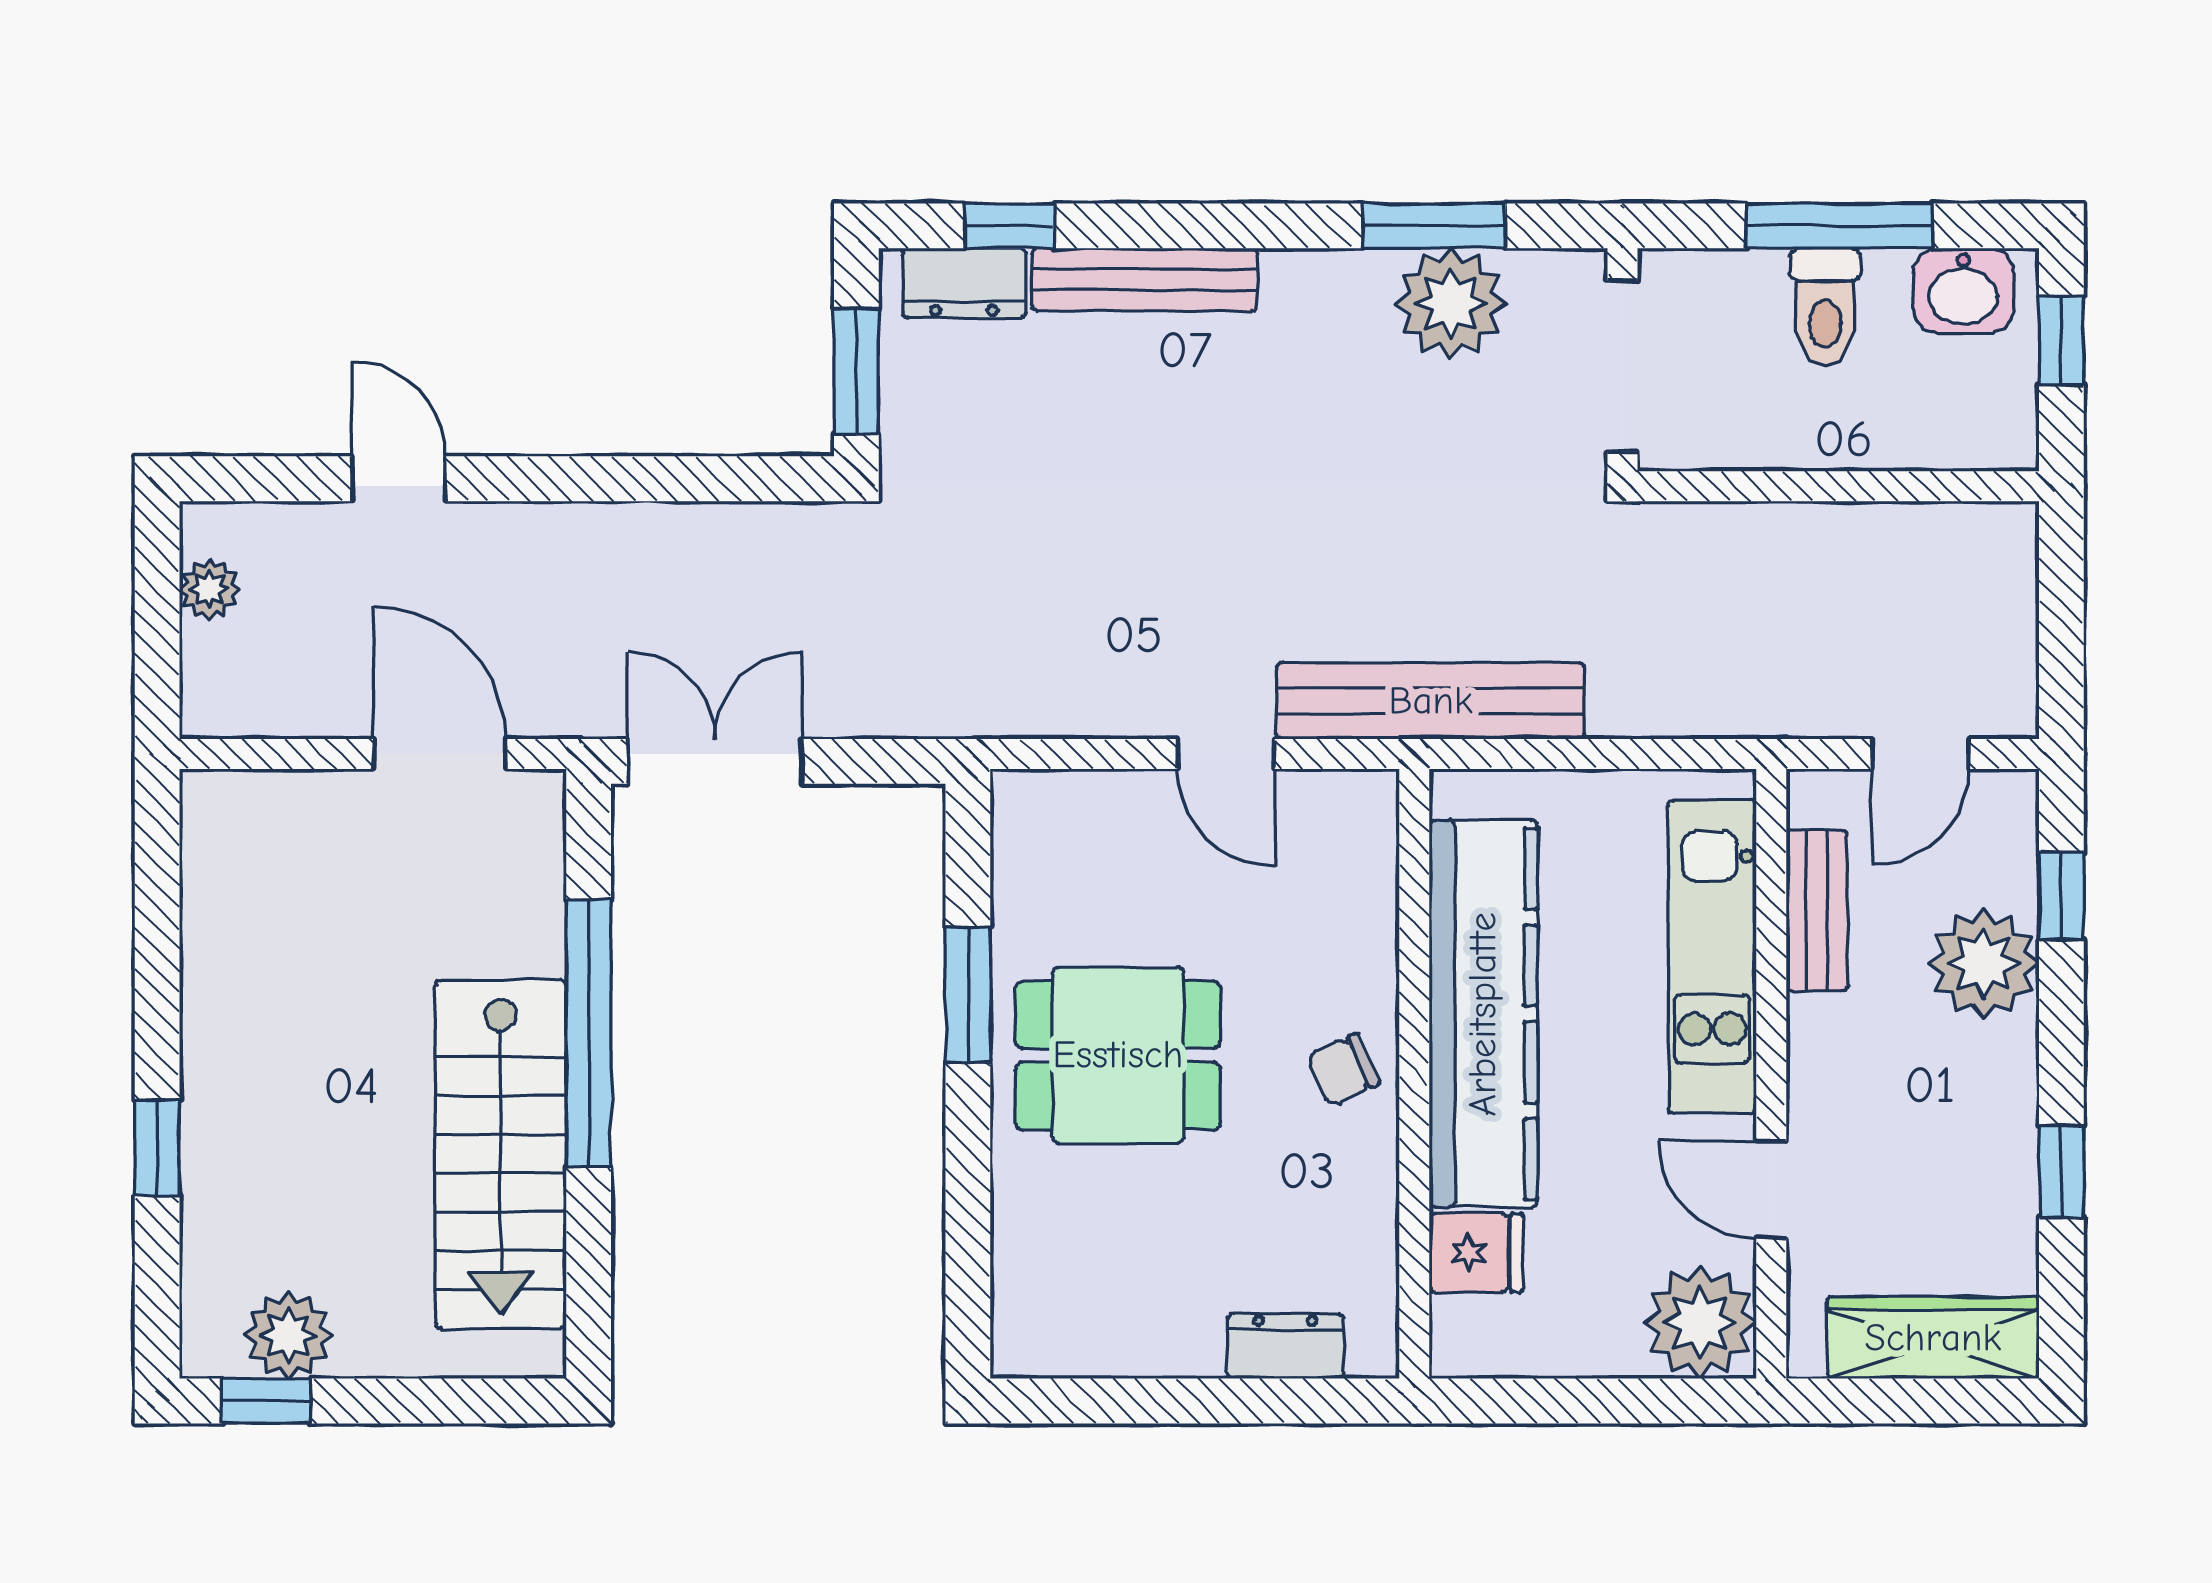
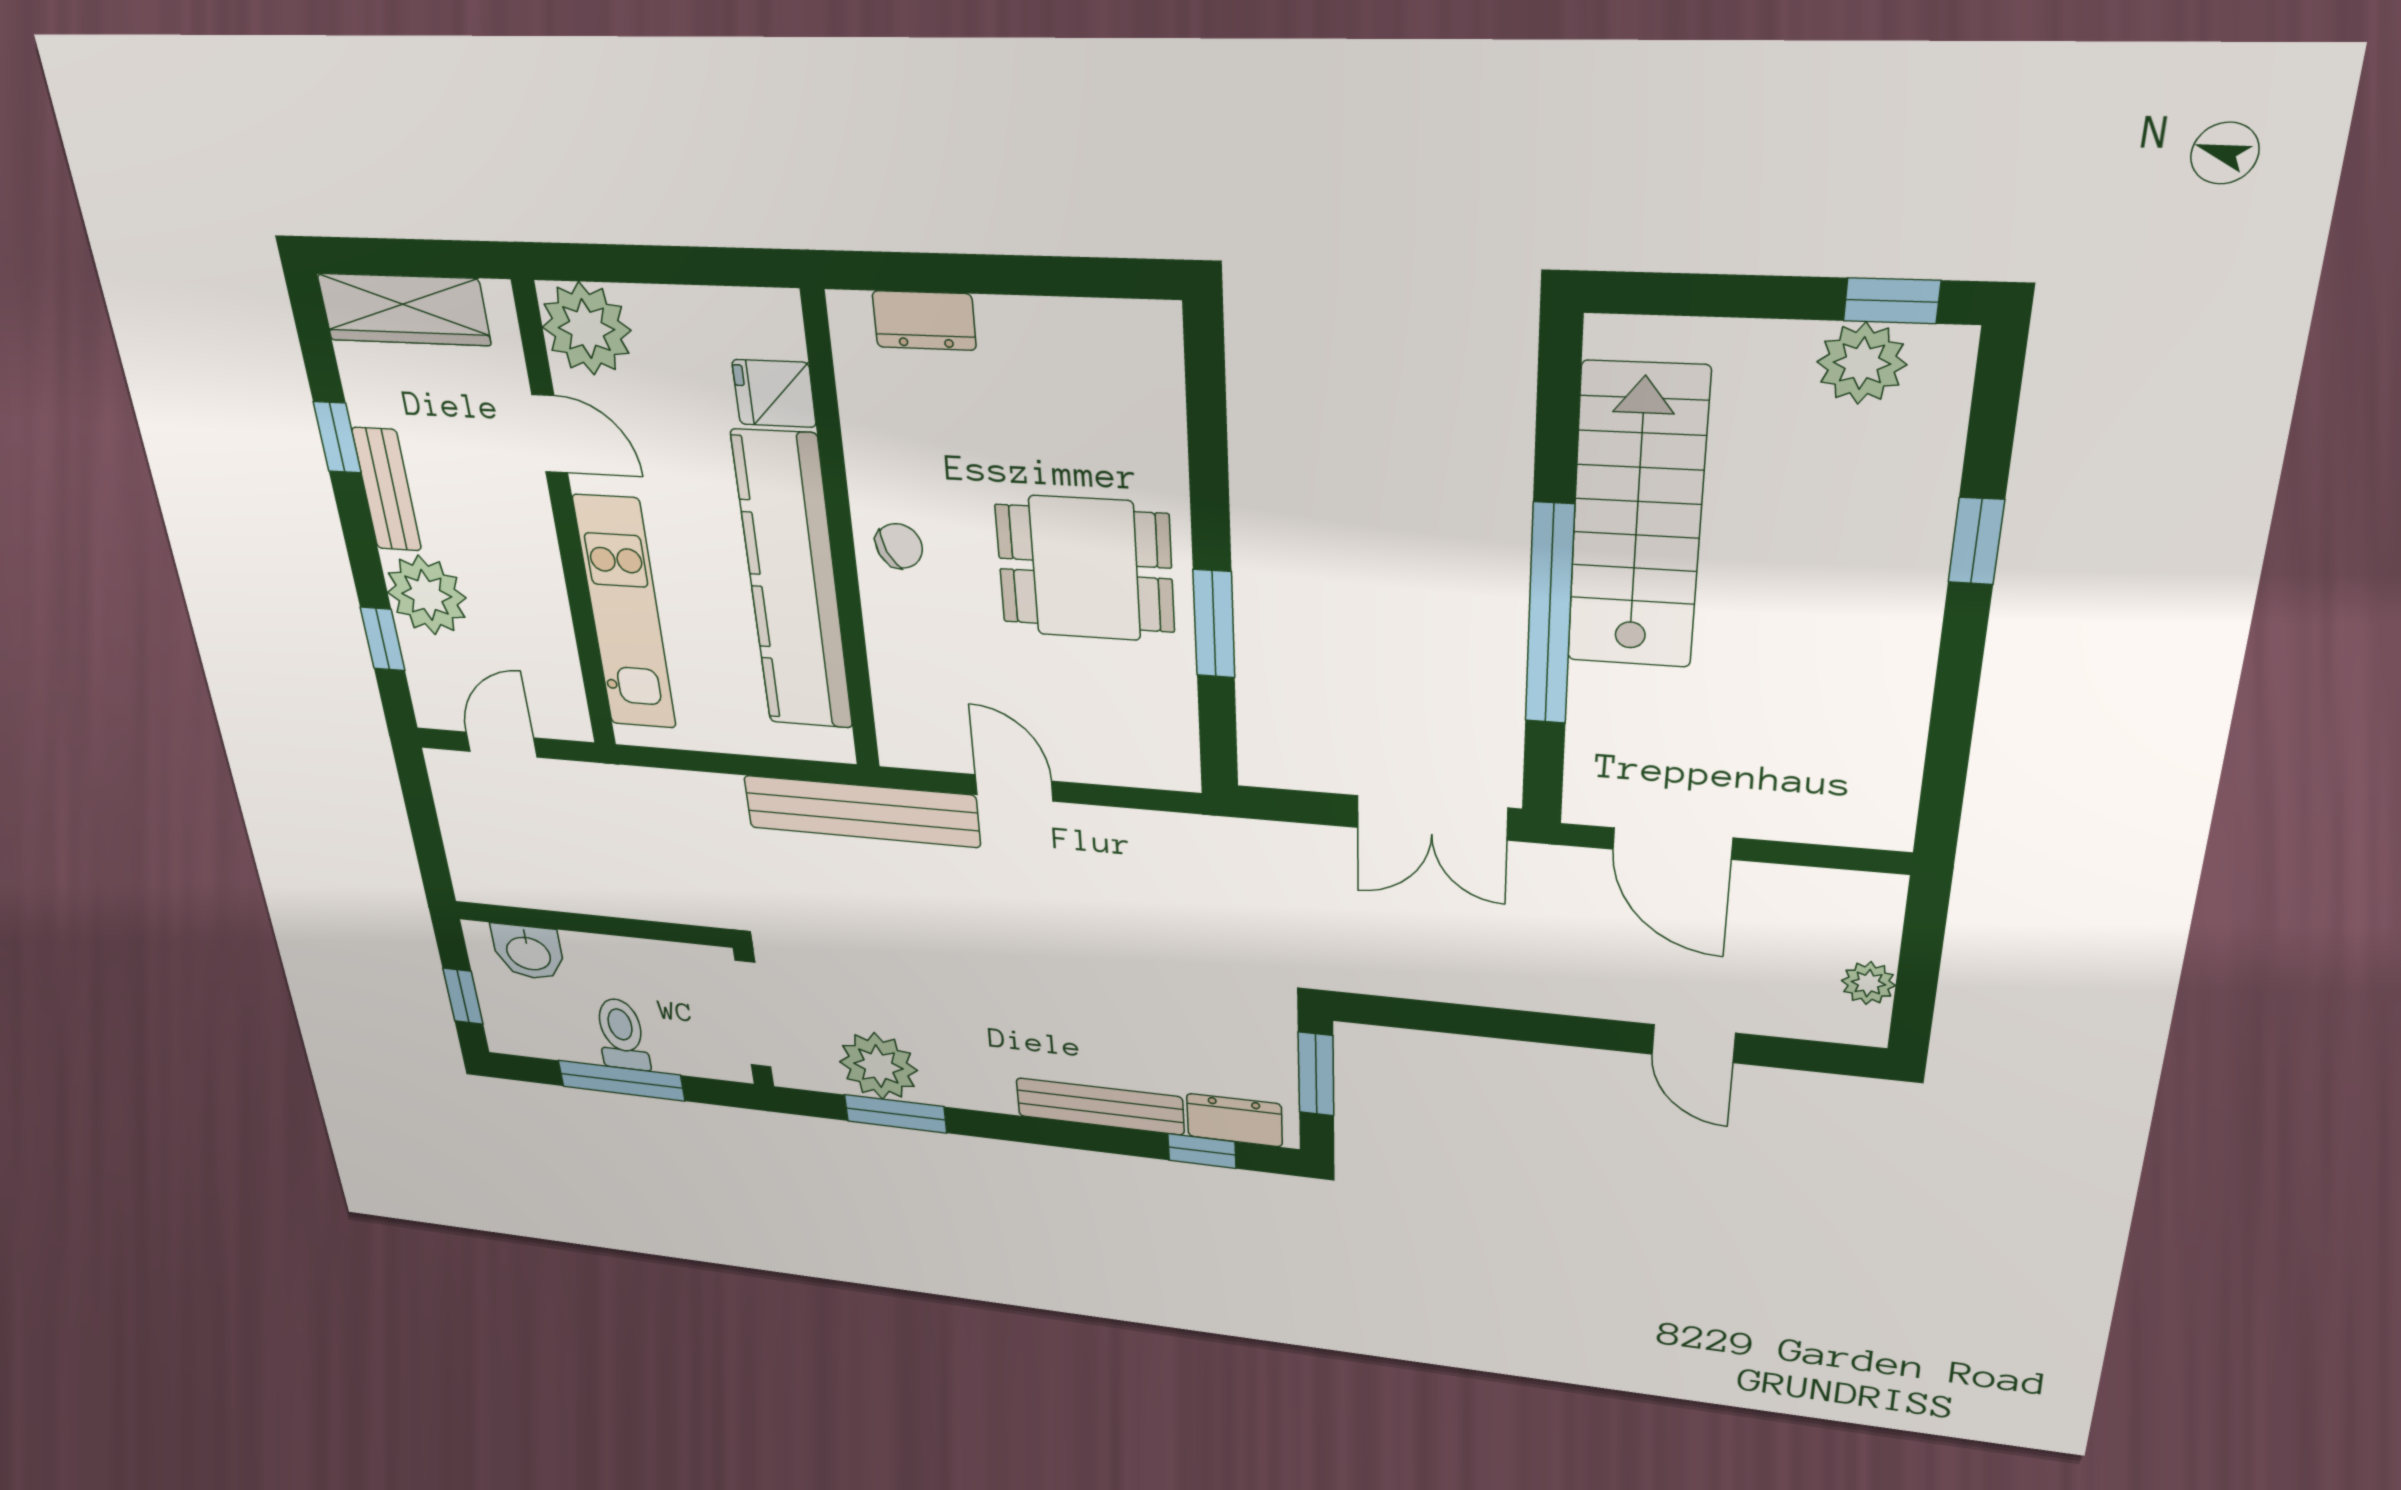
washbasin: (1963, 291) -> (528, 952), moved, turned 180
bench: (1817, 910) -> (387, 489), moved

